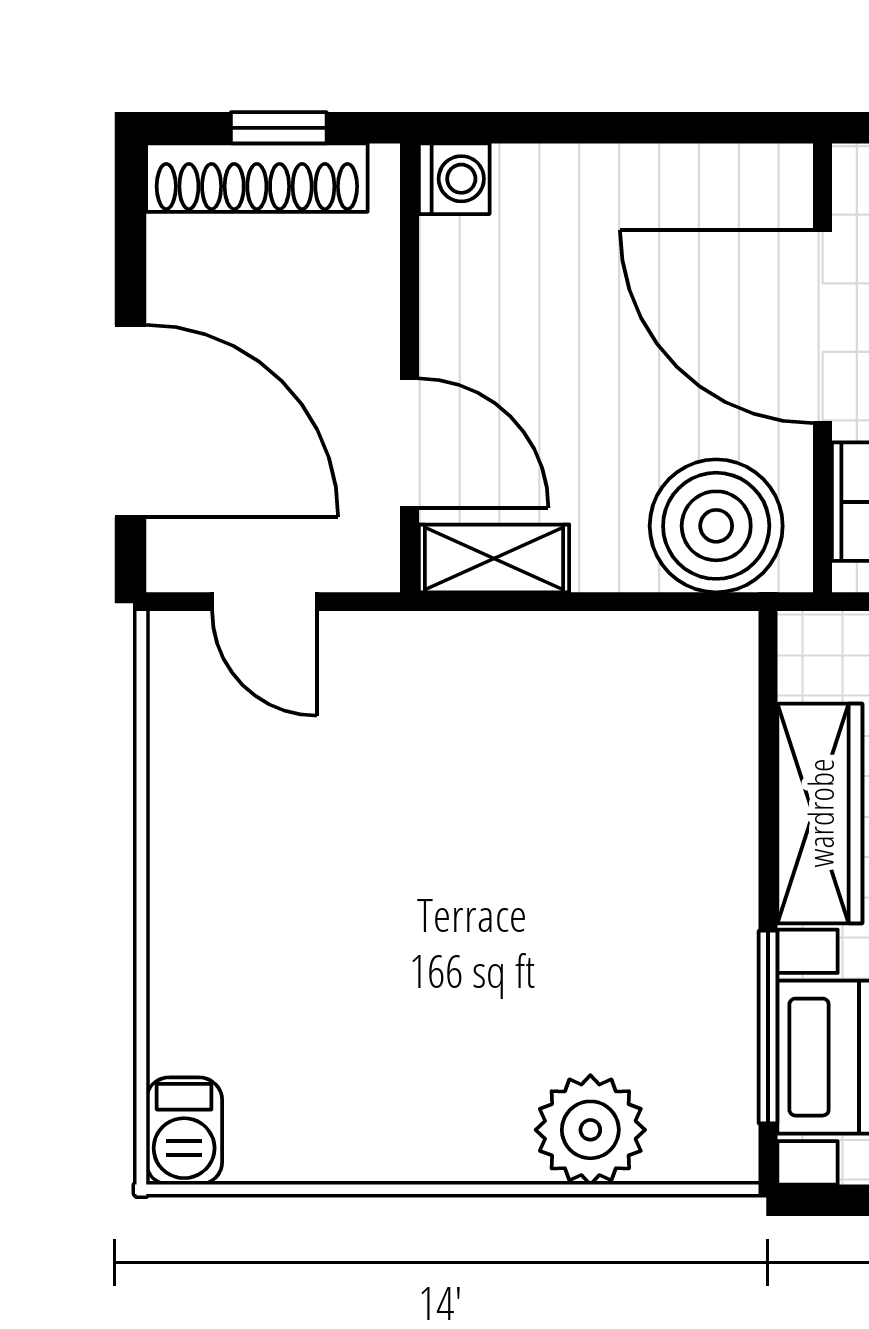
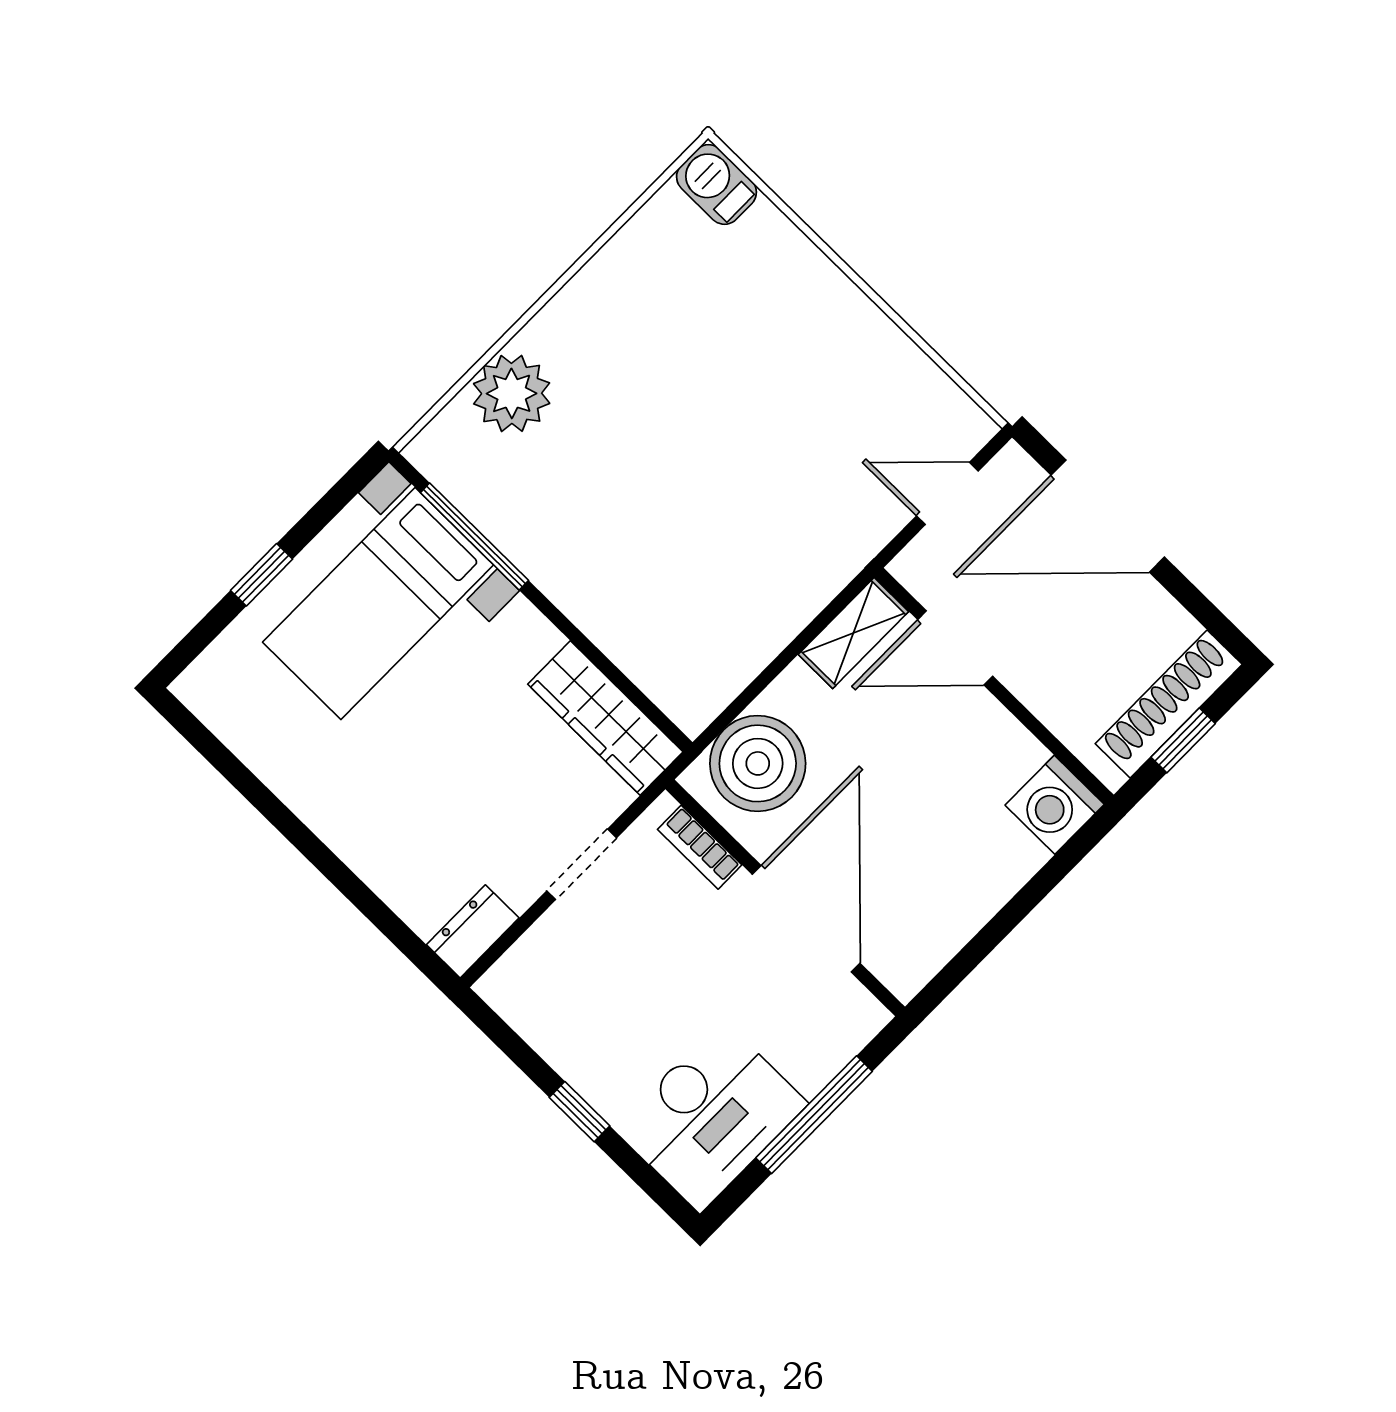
washing machine: (454, 179) -> (1055, 805), width x1.38, depth x1.38
door: (823, 327) -> (806, 919), hinge flipped
wardrobe: (820, 813) -> (605, 718), moved

